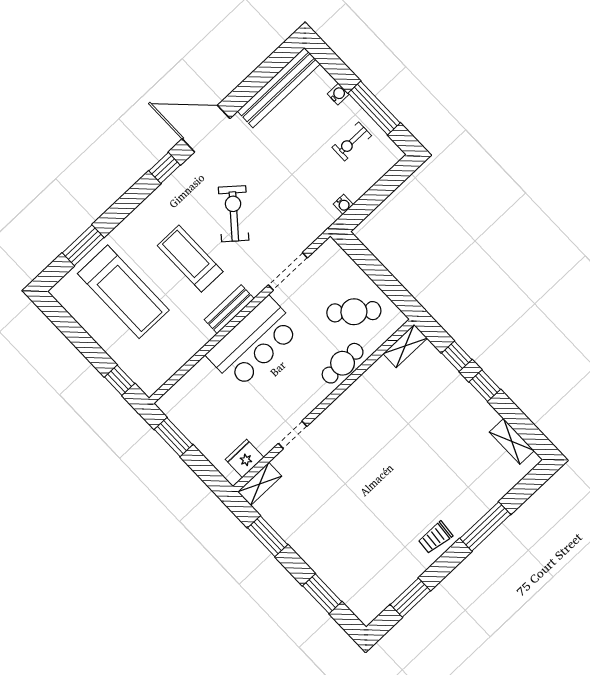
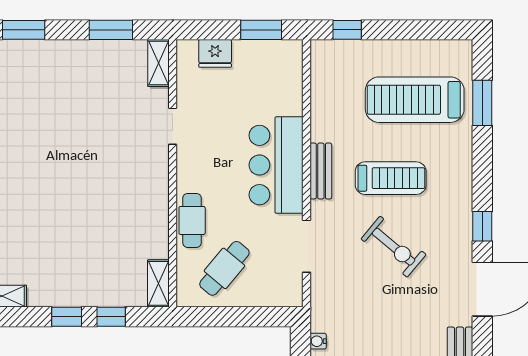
fridge: (245, 458) -> (215, 53), moved, turned 90

